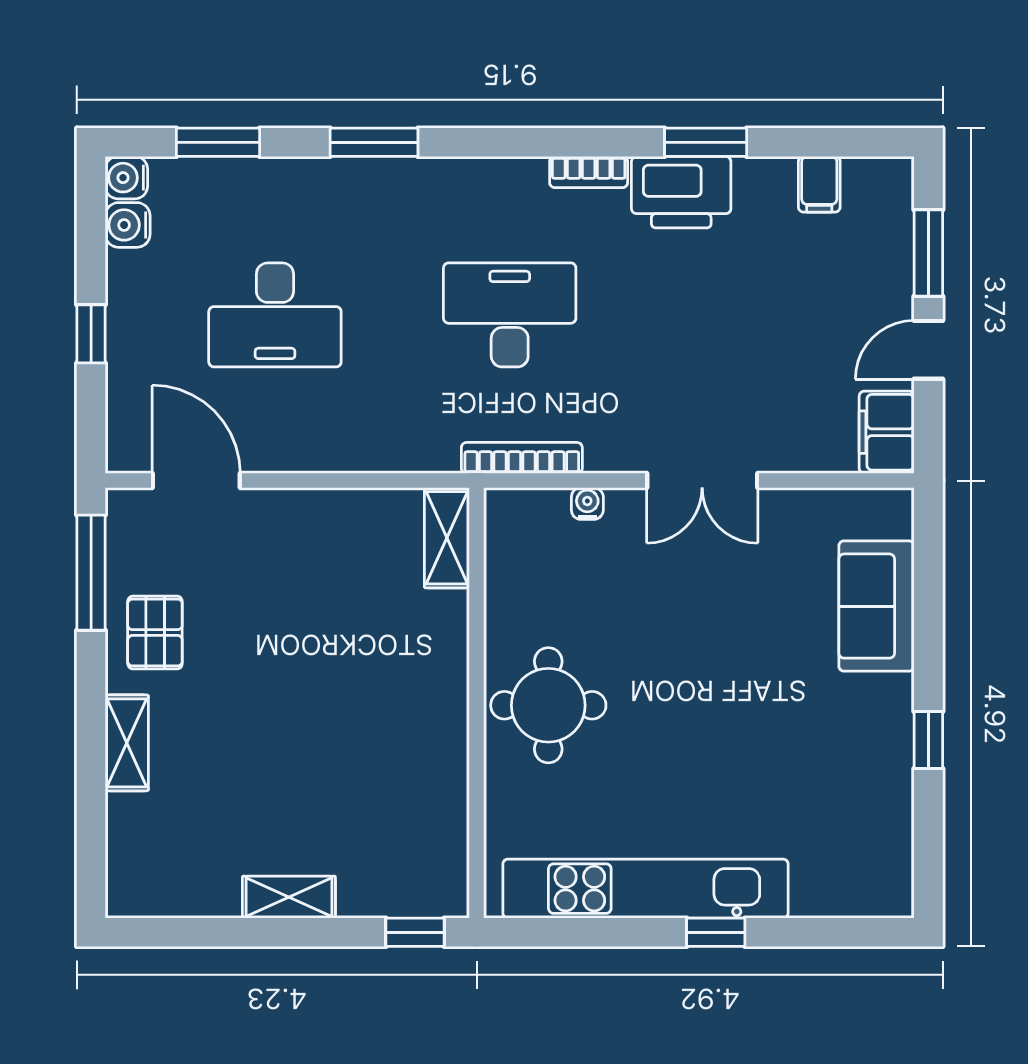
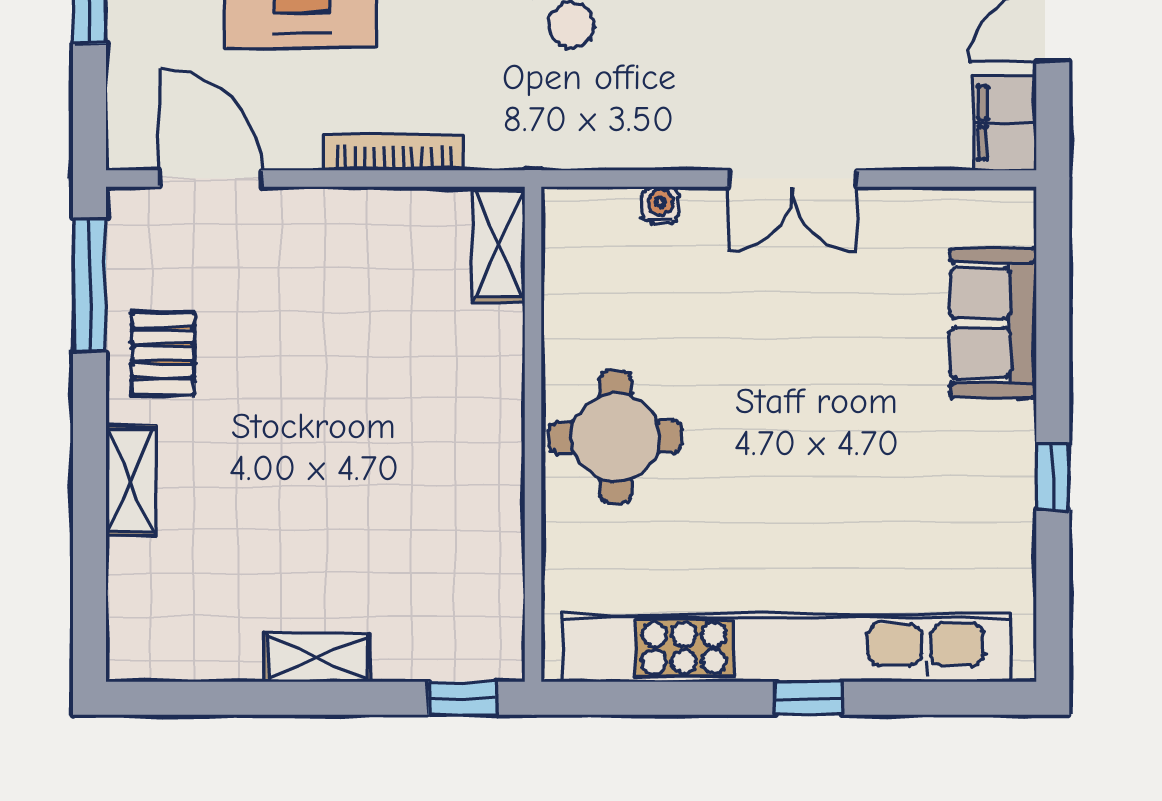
bookcase: (522, 458) -> (394, 153), moved
kitchen unit: (645, 889) -> (787, 648), width x1.36

